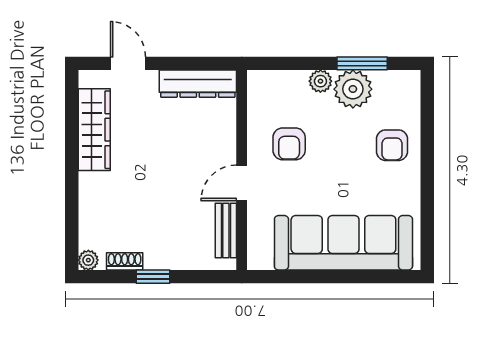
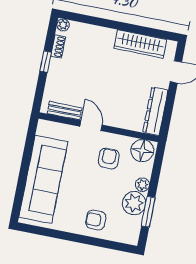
floor lamp: (265, 92) -> (142, 151), added
armchair: (289, 144) -> (109, 159), turned 90

